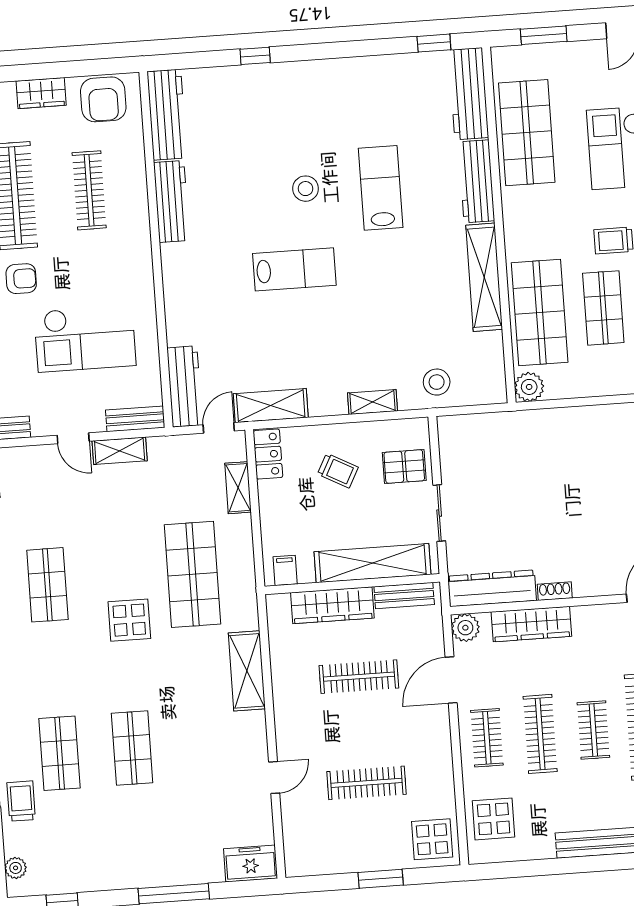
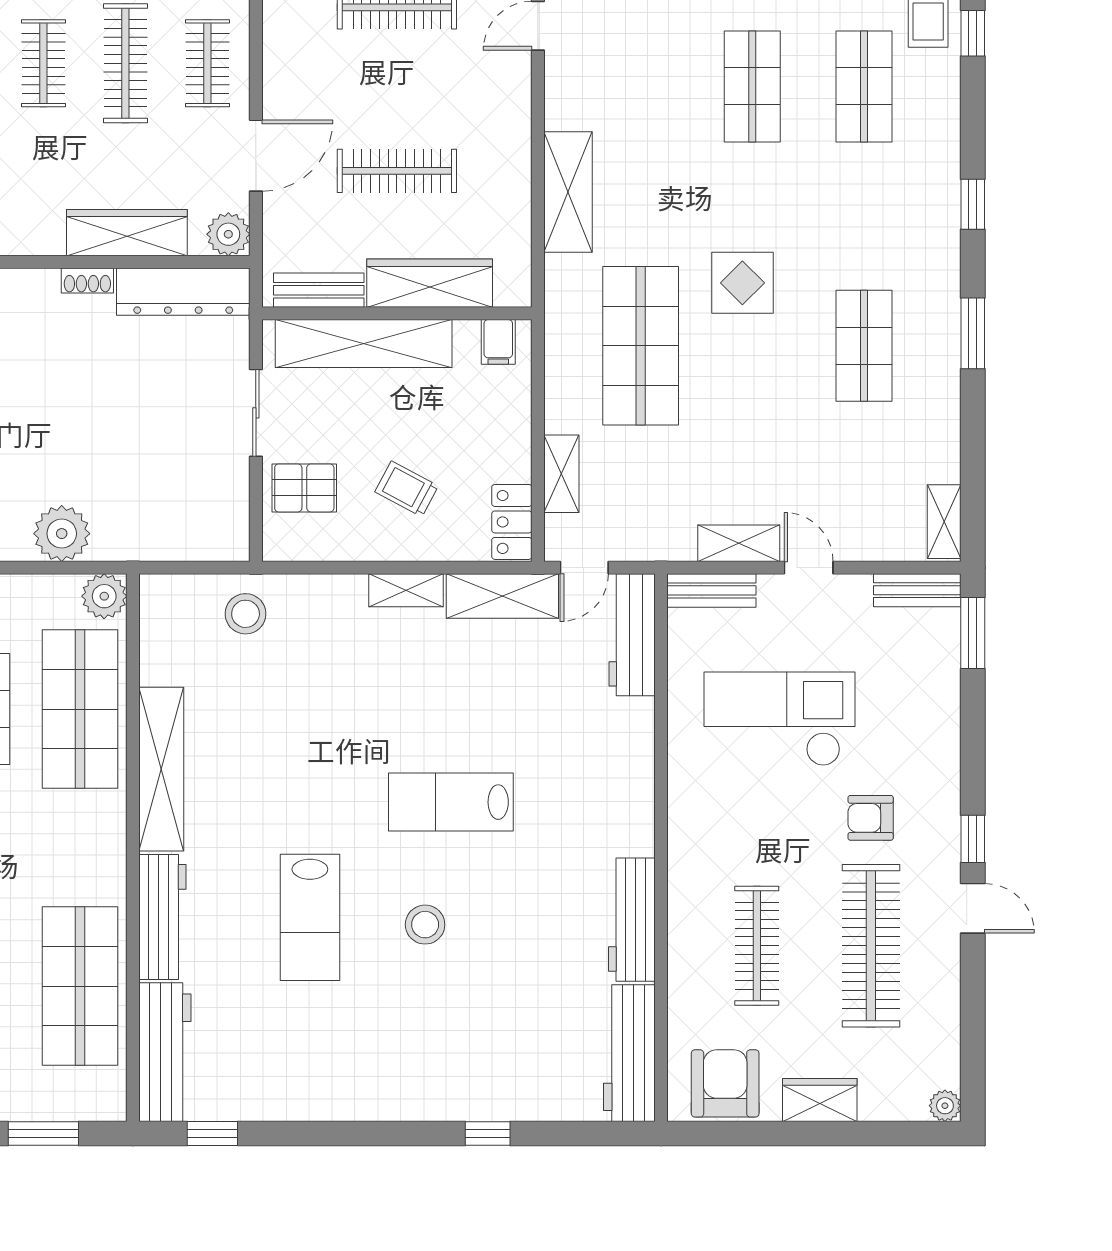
shelving: (372, 402) -> (406, 590), moved
plant: (560, 426) -> (62, 534), added

